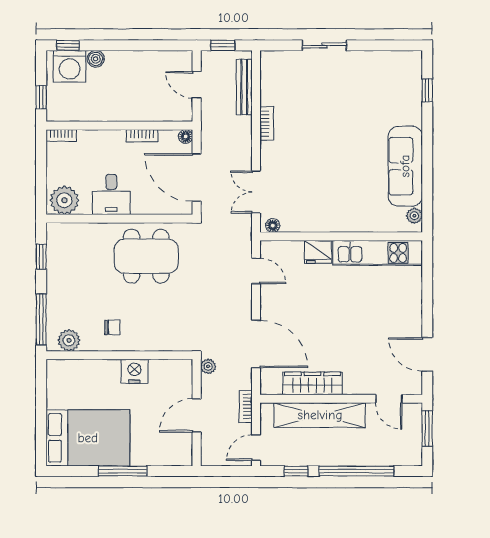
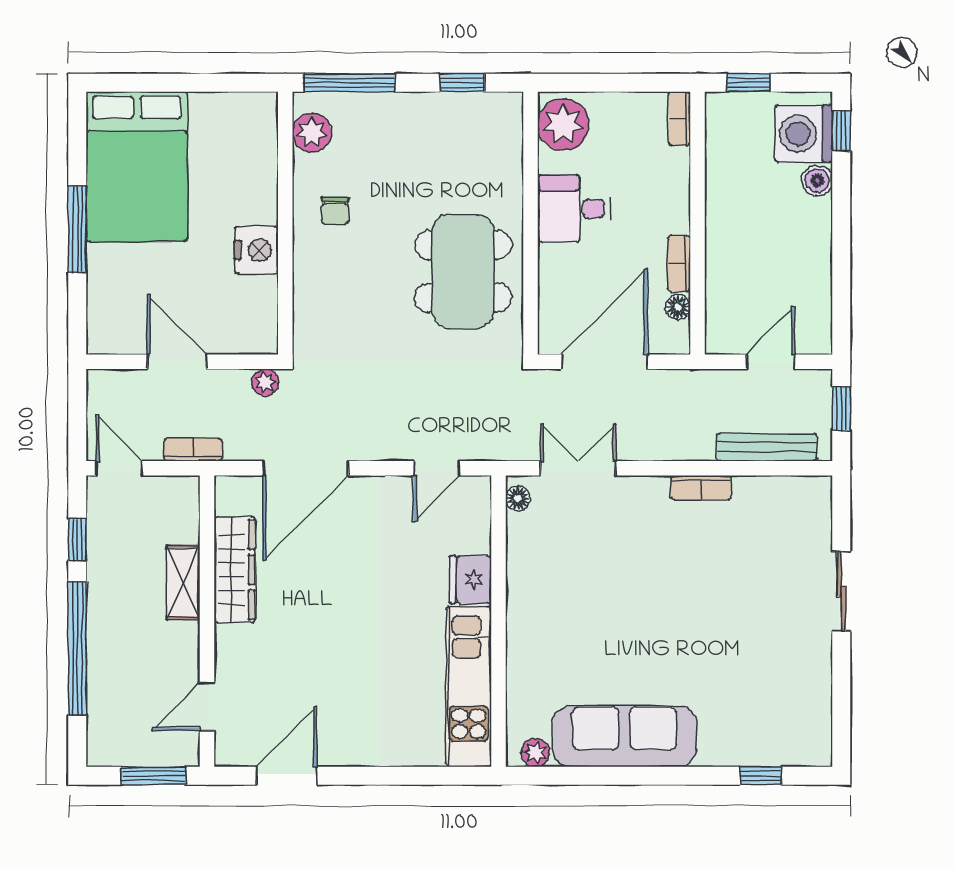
floor lamp: (186, 137) -> (678, 307), moved
shelving: (320, 415) -> (183, 582), width x0.45, depth x0.75

